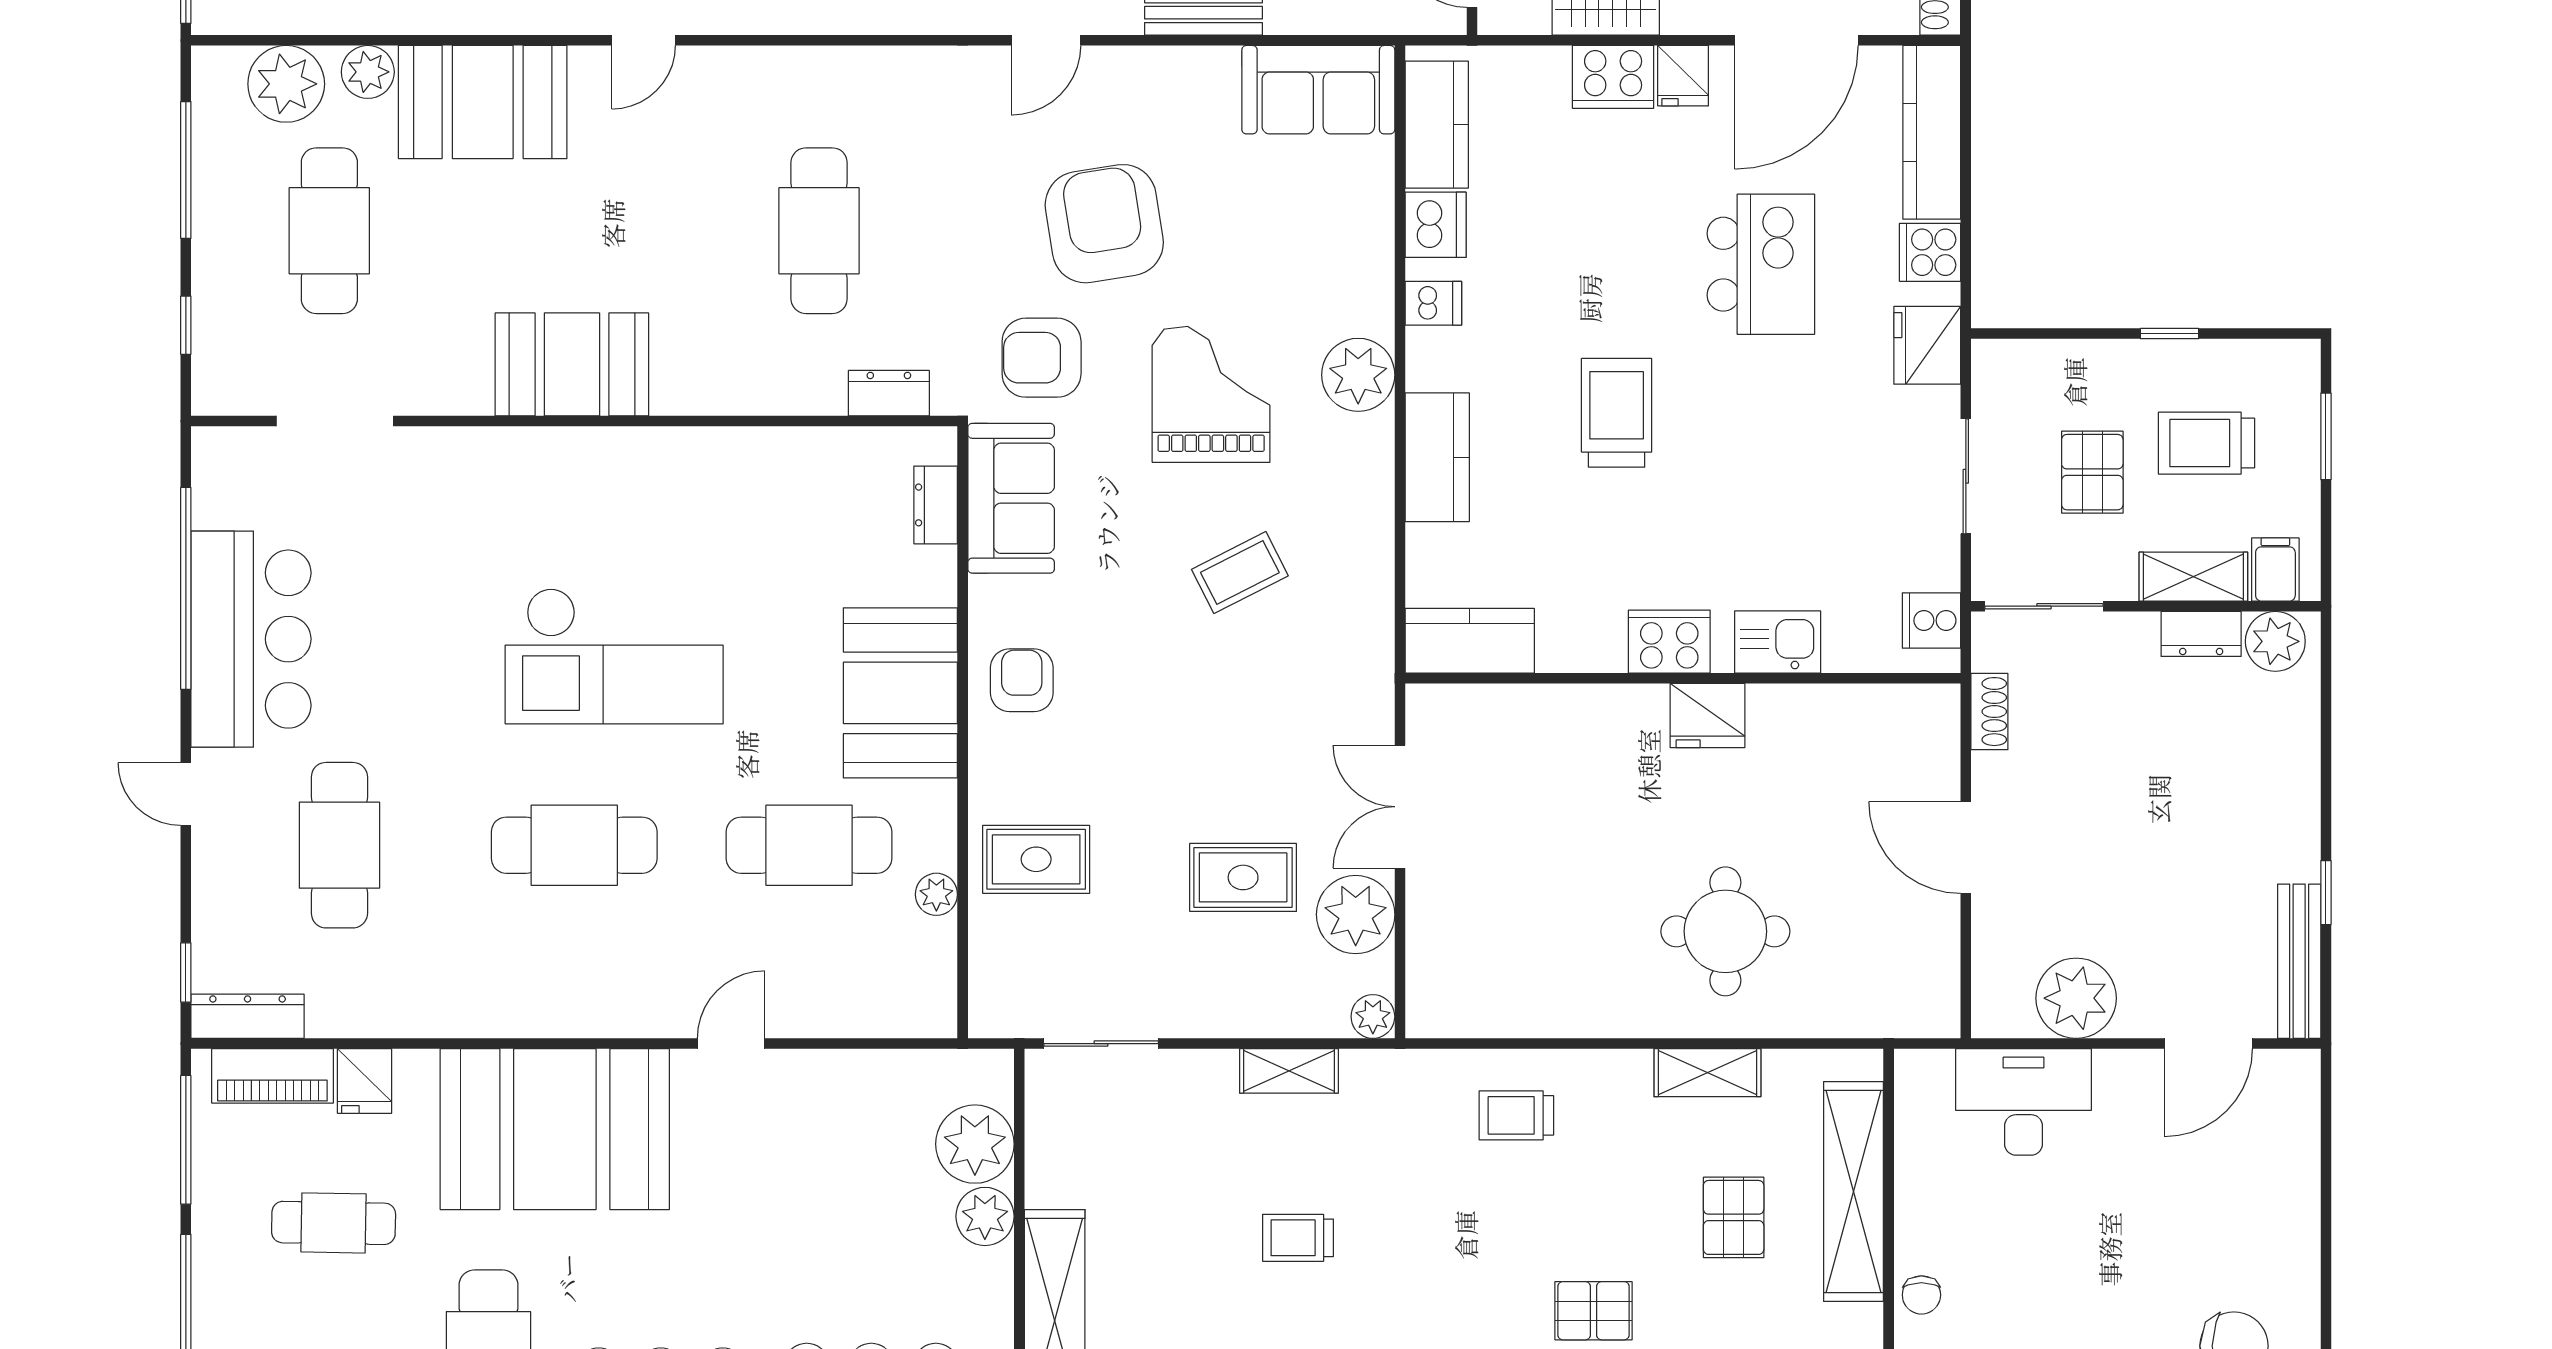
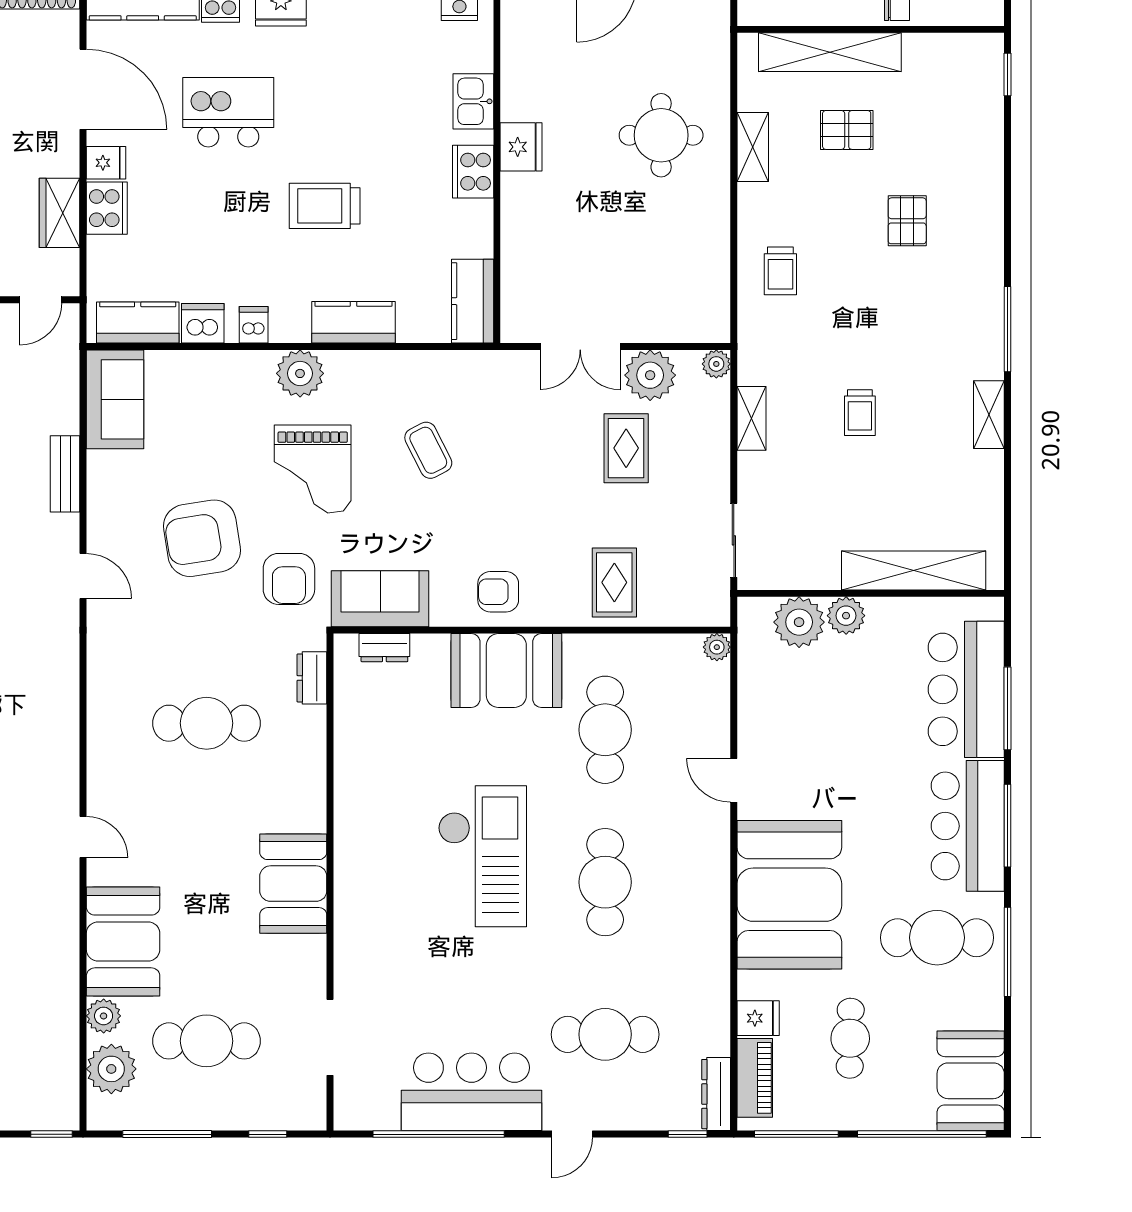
grand piano: (1211, 394) -> (313, 469), turned -90
plant: (936, 894) -> (717, 647), moved

